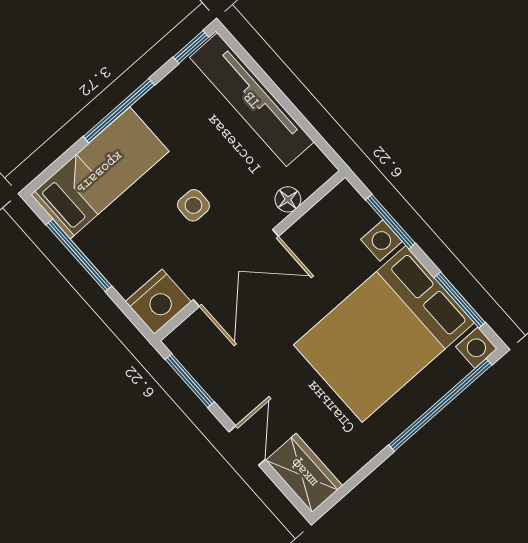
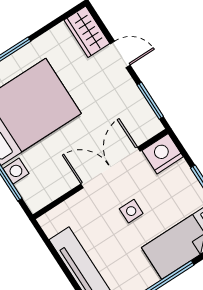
floor lamp: (288, 199) -> (71, 206), removed
door: (247, 446) -> (120, 54), swing flipped

